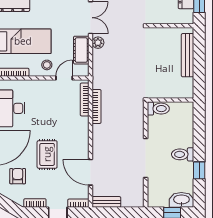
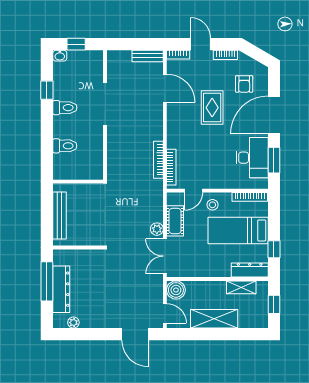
wall: (170, 100) -> (78, 182), moved
toilet: (158, 109) -> (65, 146), moved, turned 180
washbasin: (181, 200) -> (60, 56), width x0.52, depth x0.69

